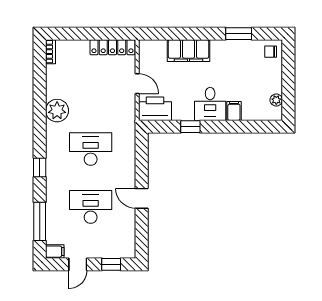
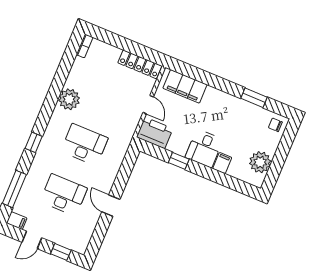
filing cabinet: (188, 51) -> (185, 86), moved
plant: (276, 100) -> (260, 162), width x1.88, depth x1.88

